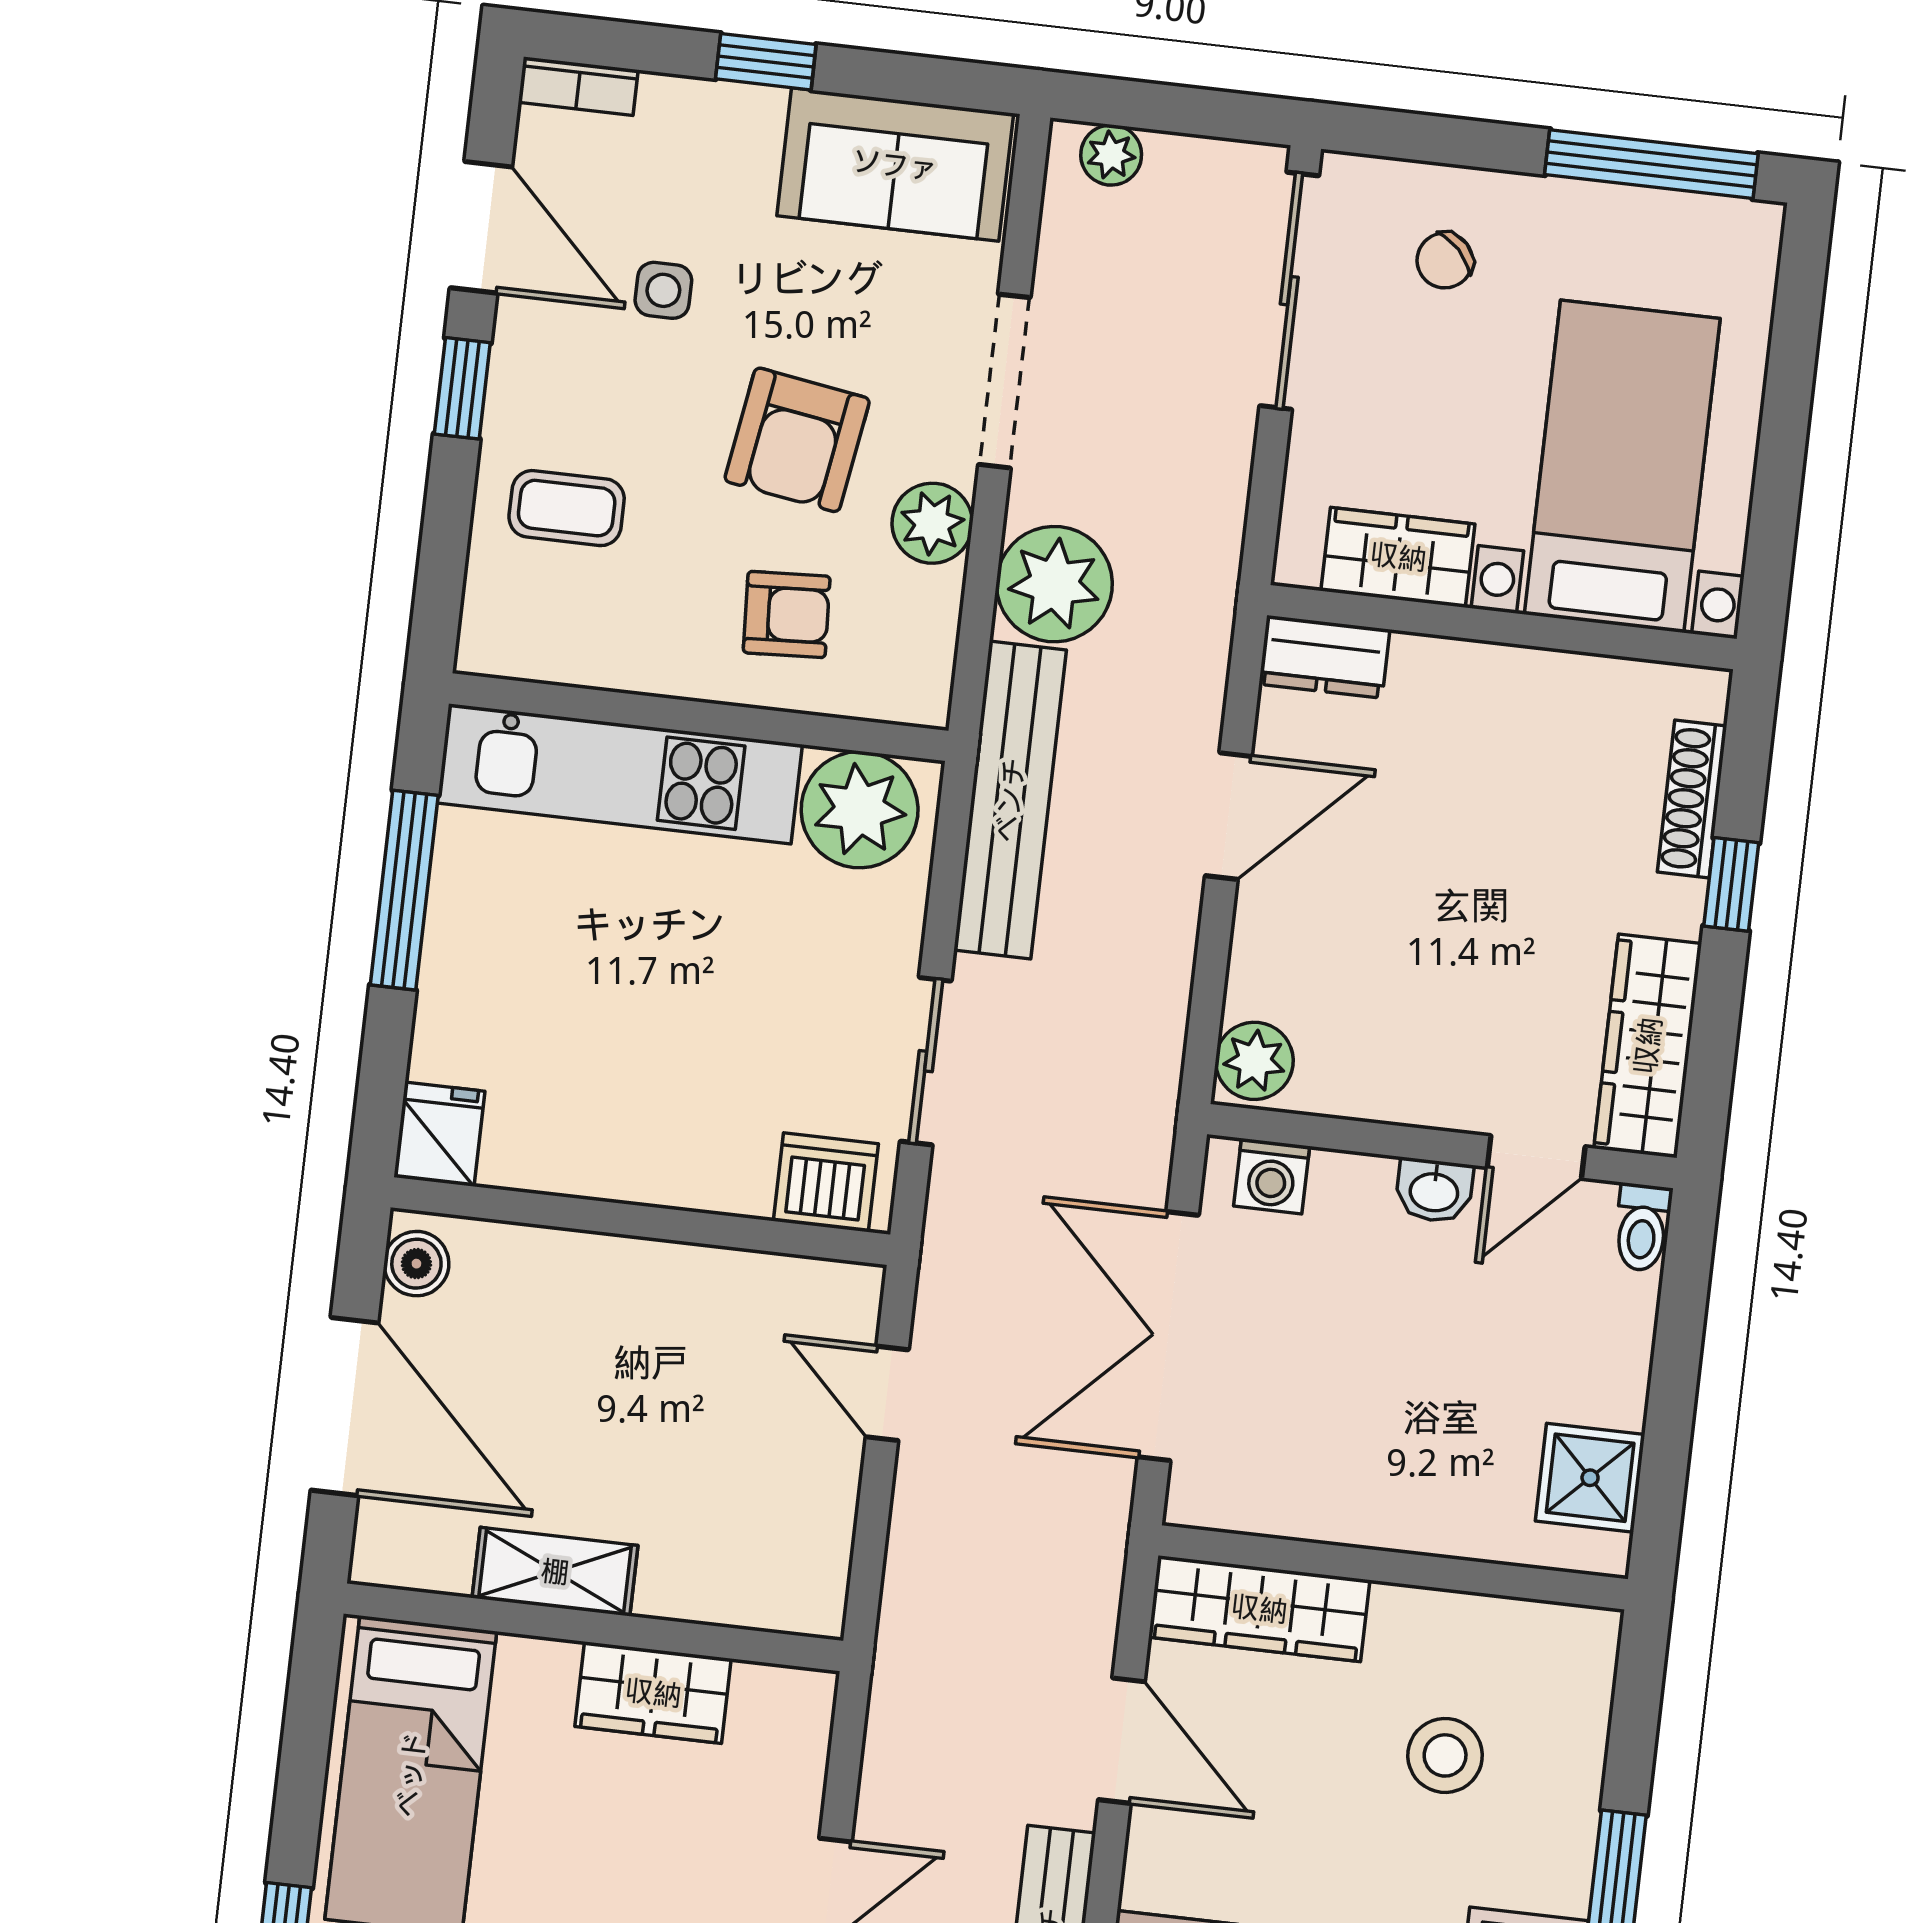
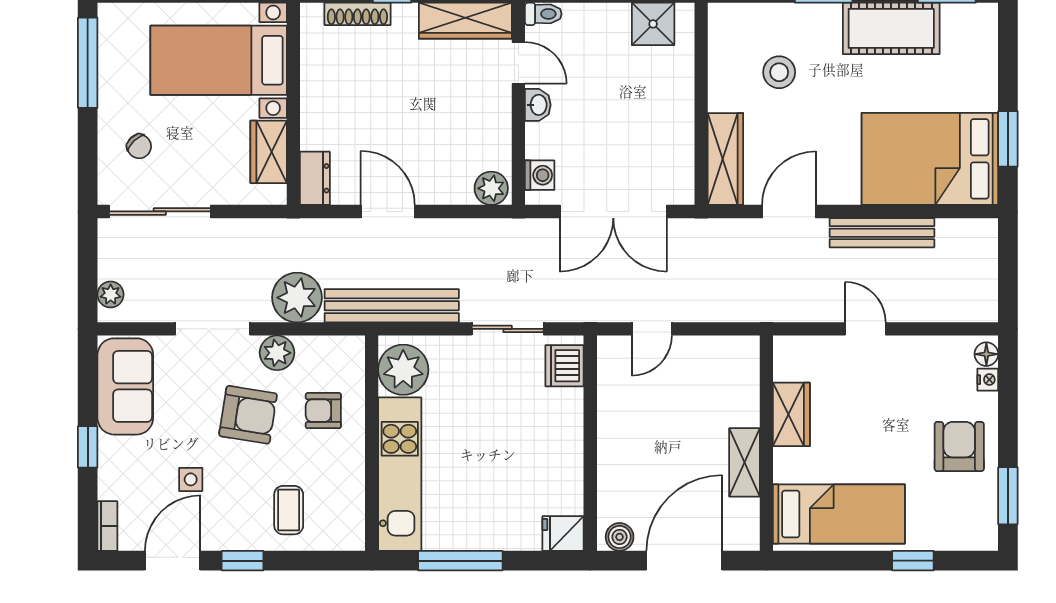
armchair: (787, 614) -> (323, 411), turned -87

